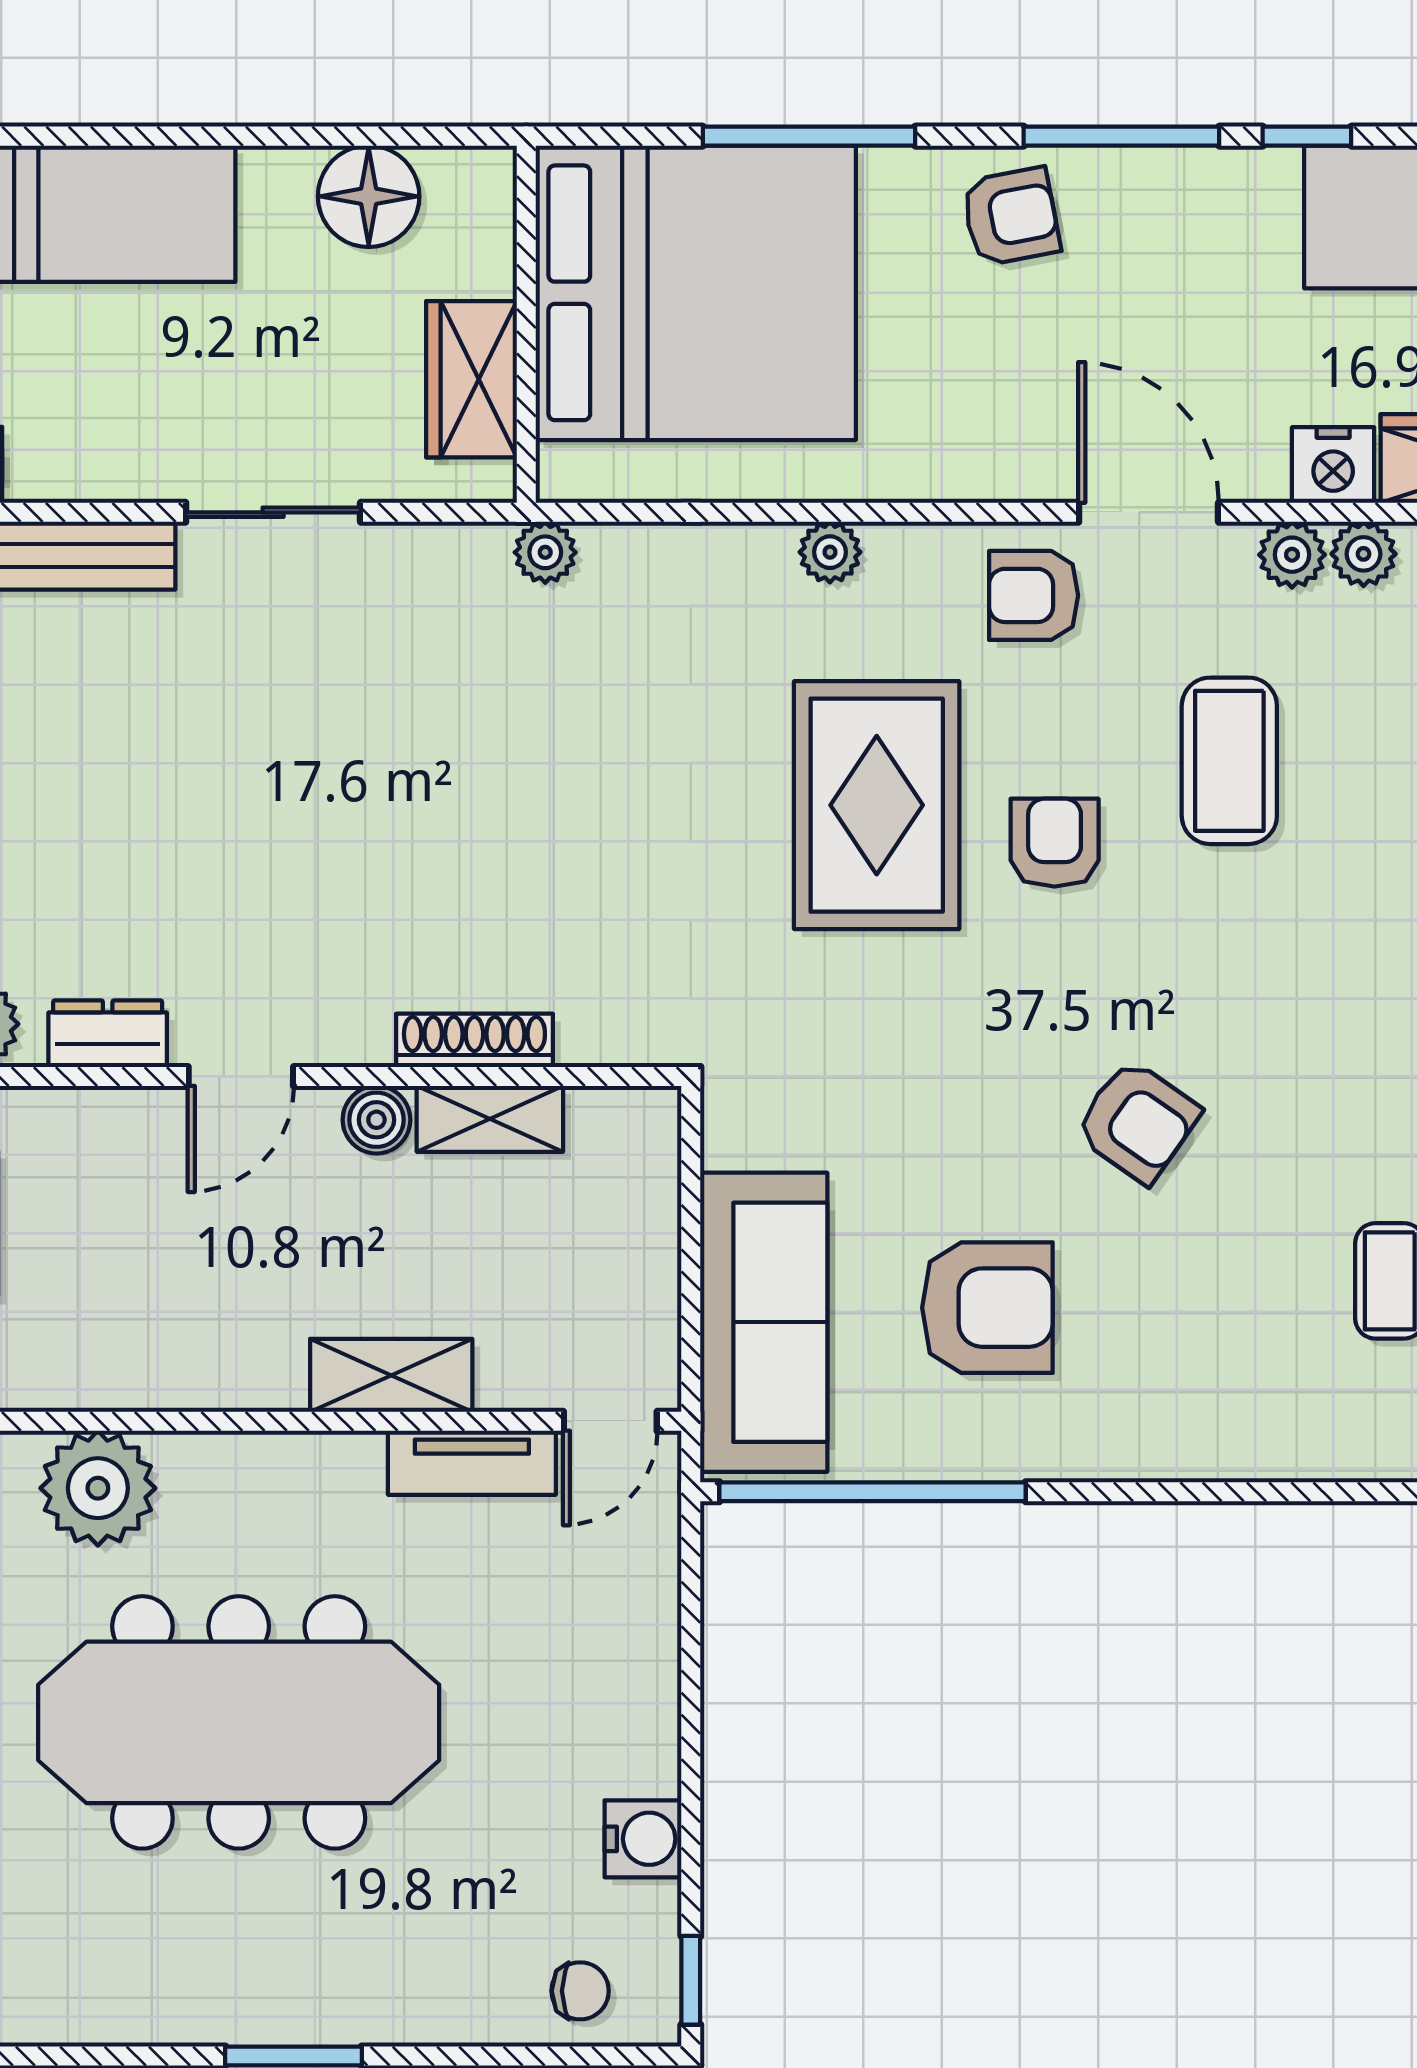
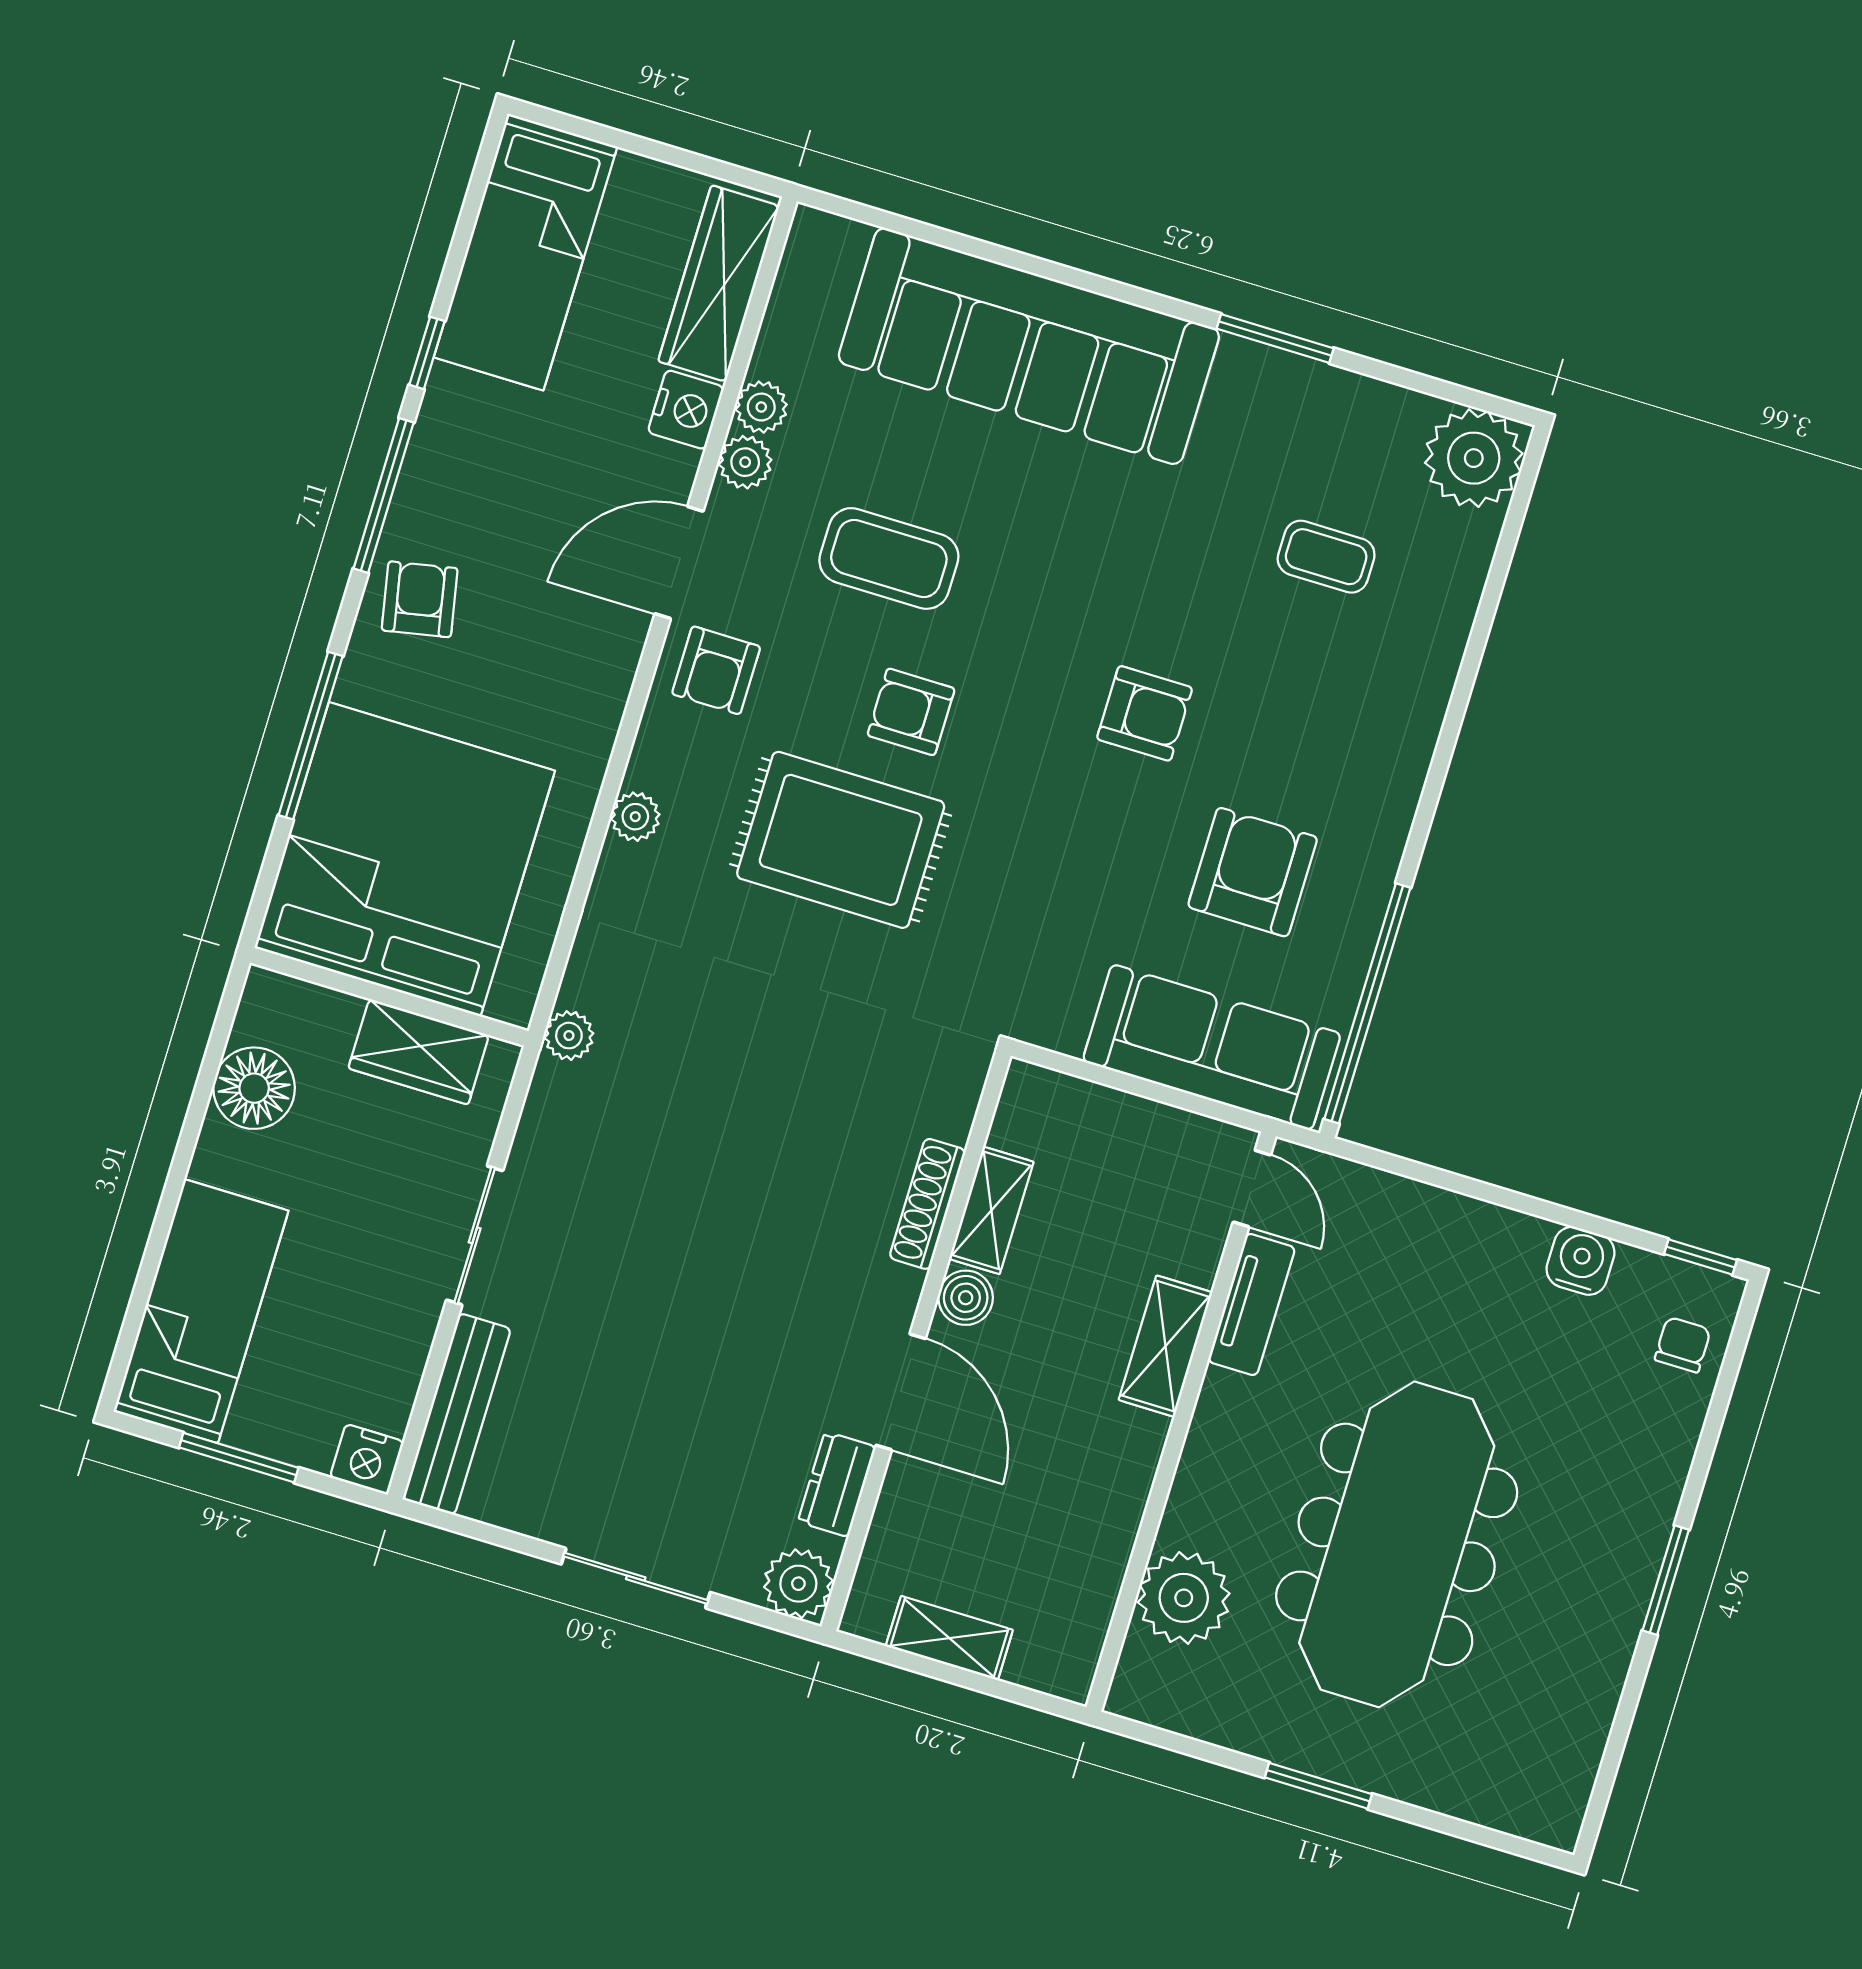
door: (241, 1076) -> (901, 1392), width x1.38
armchair: (1137, 1121) -> (1145, 713), turned 55

